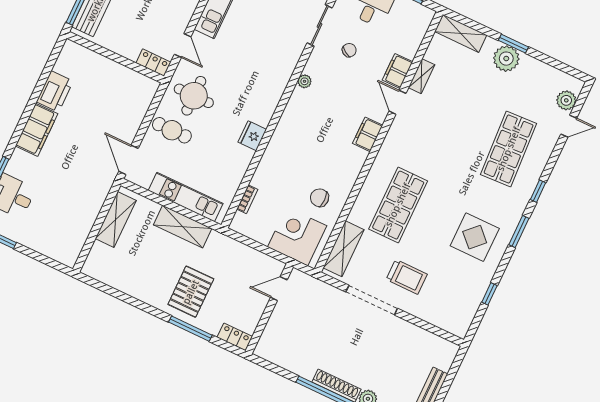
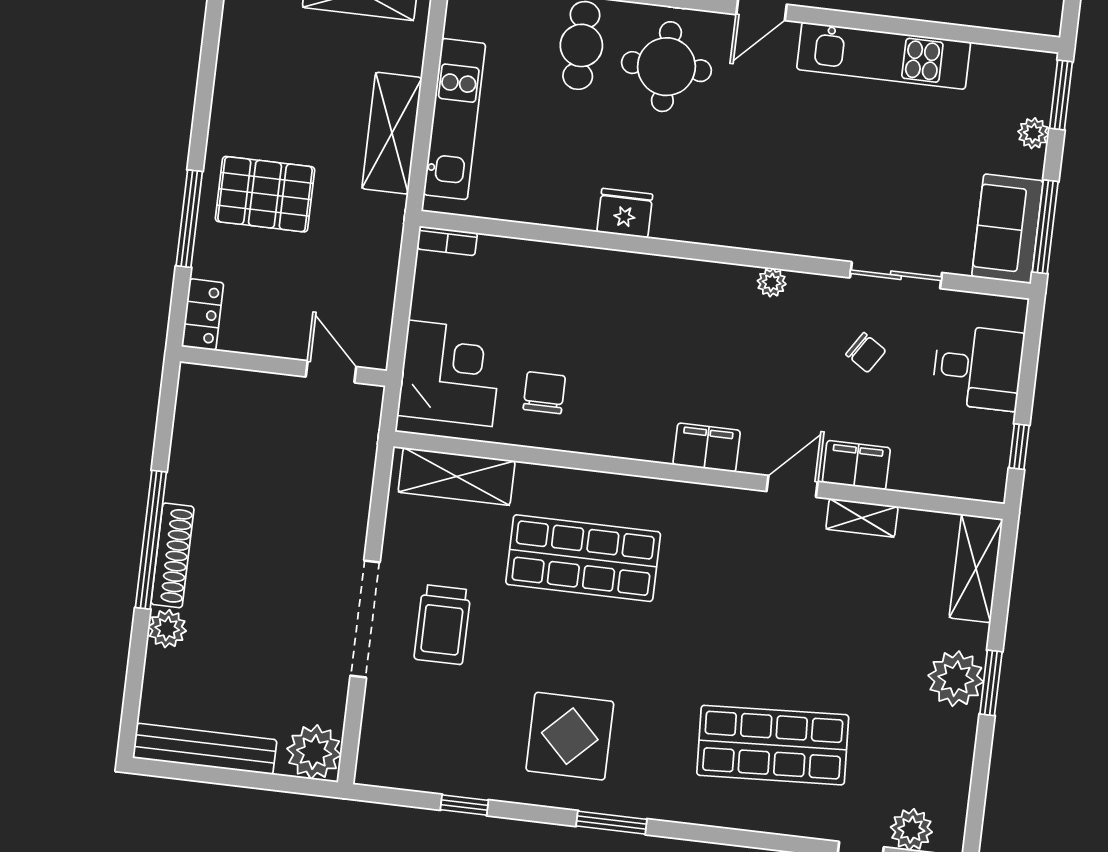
window: (538, 191) -> (707, 834), removed
bookcase: (247, 199) -> (447, 241), moved
doorway: (372, 300) -> (365, 619), moved
plant: (444, 352) -> (314, 752), added

